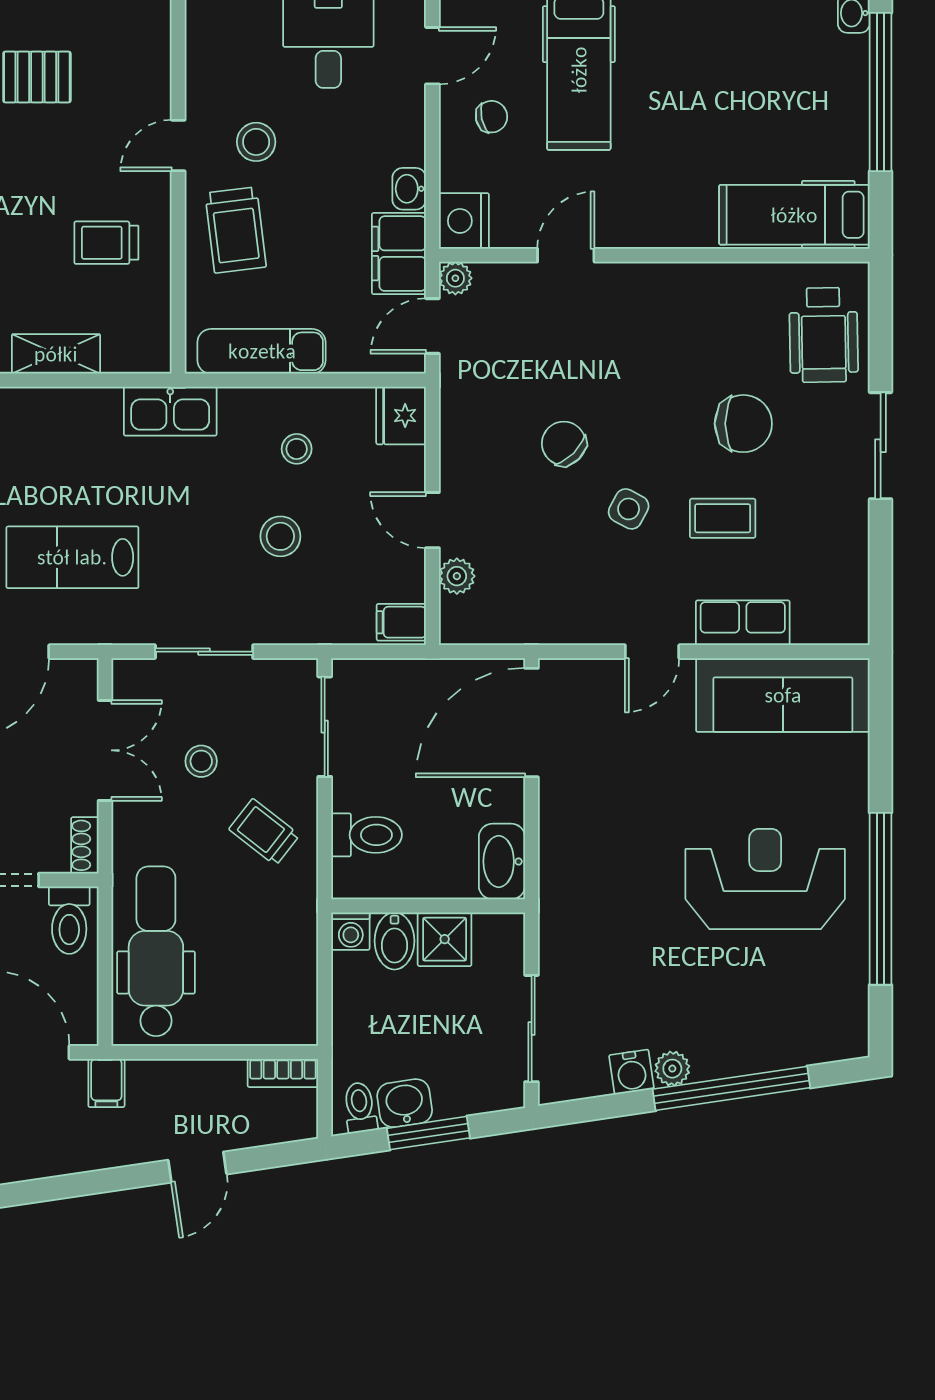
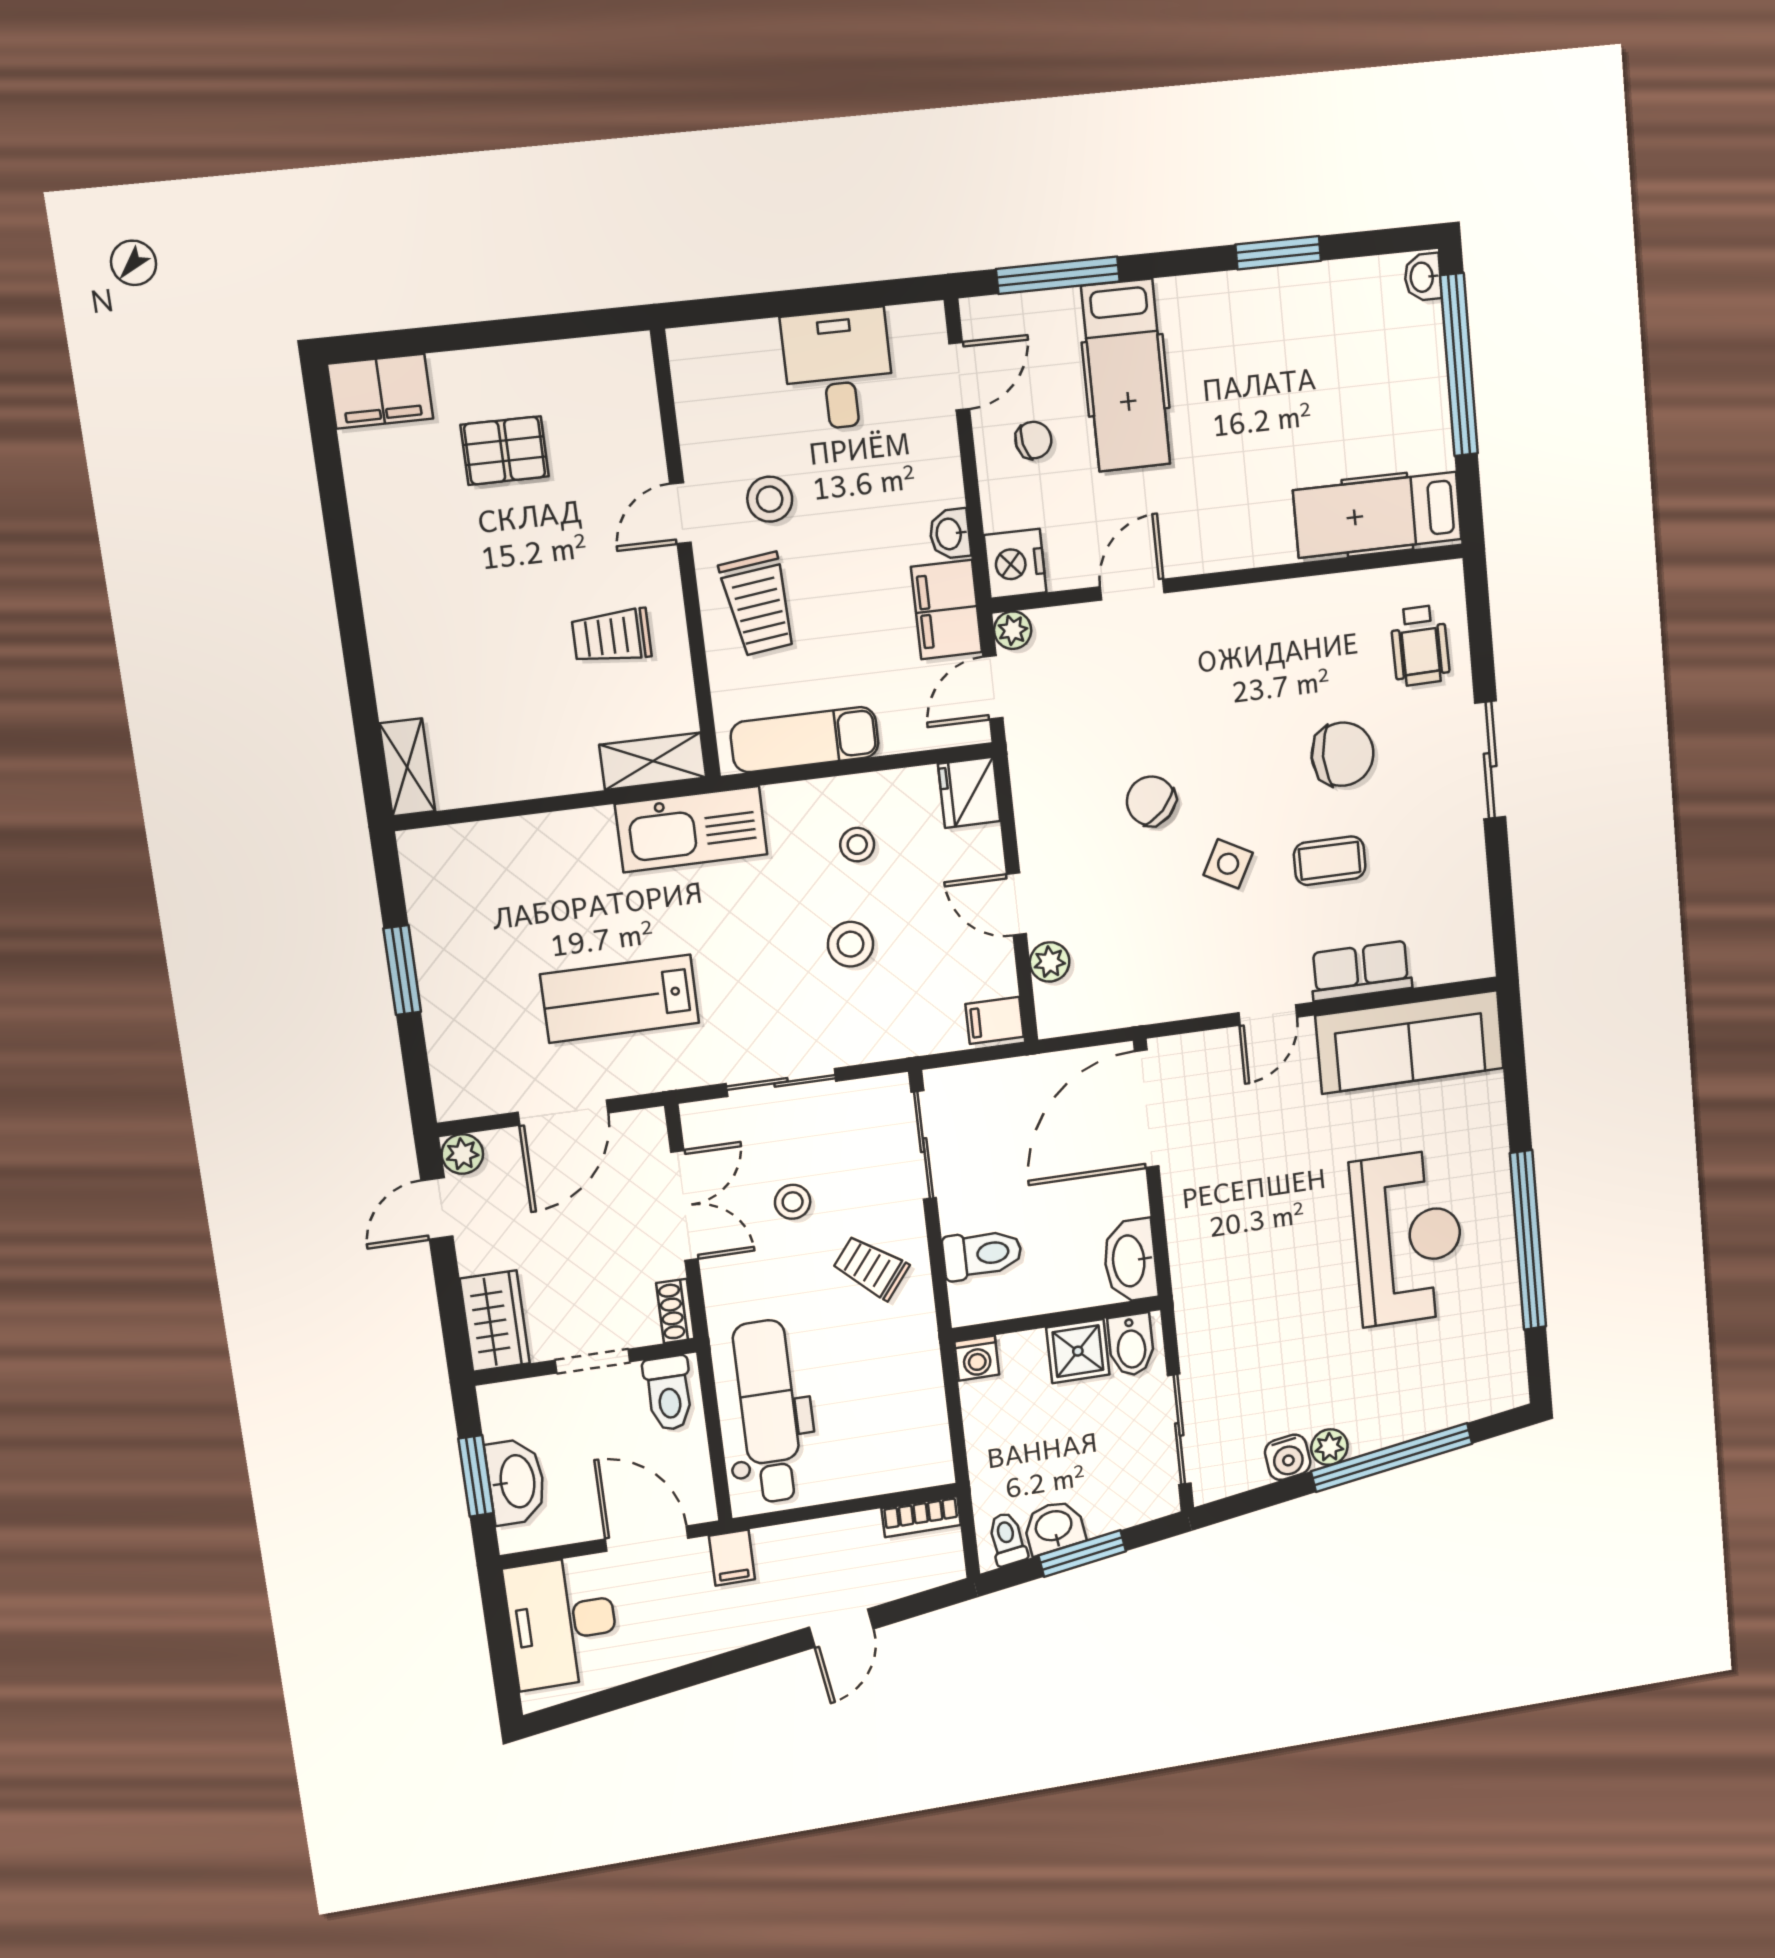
wheelchair: (824, 335) -> (1420, 646), width x0.73, depth x0.73
shelving: (56, 354) -> (653, 761), moved
kitchen sink: (170, 411) -> (691, 829), width x1.36, depth x1.24
reception desk: (765, 879) -> (1408, 1238), turned 90
bidet: (394, 941) -> (1131, 1345), moved

